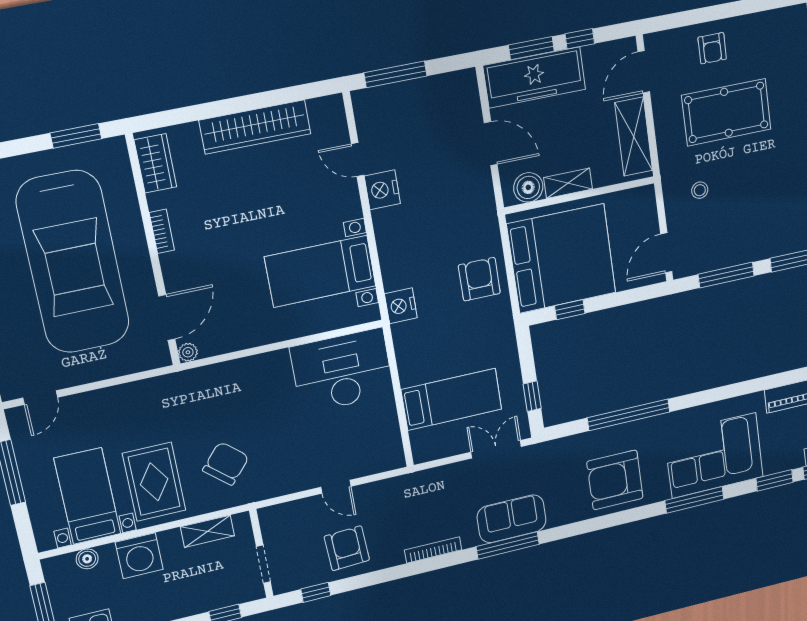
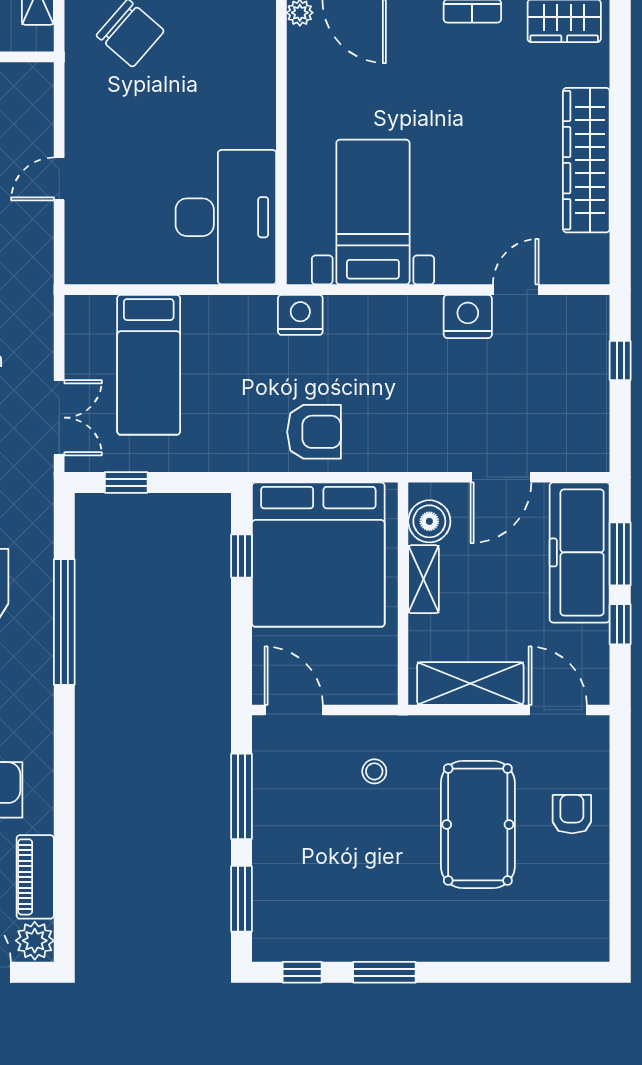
armchair: (712, 48) -> (572, 814), turned 90
window: (395, 74) -> (620, 361), width x0.46

